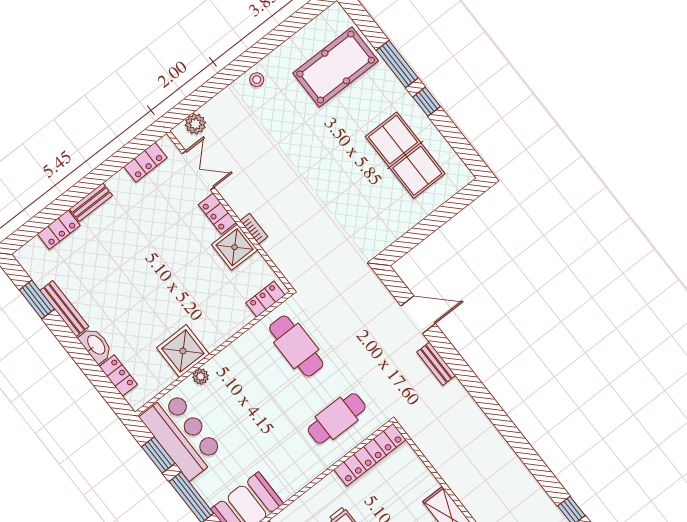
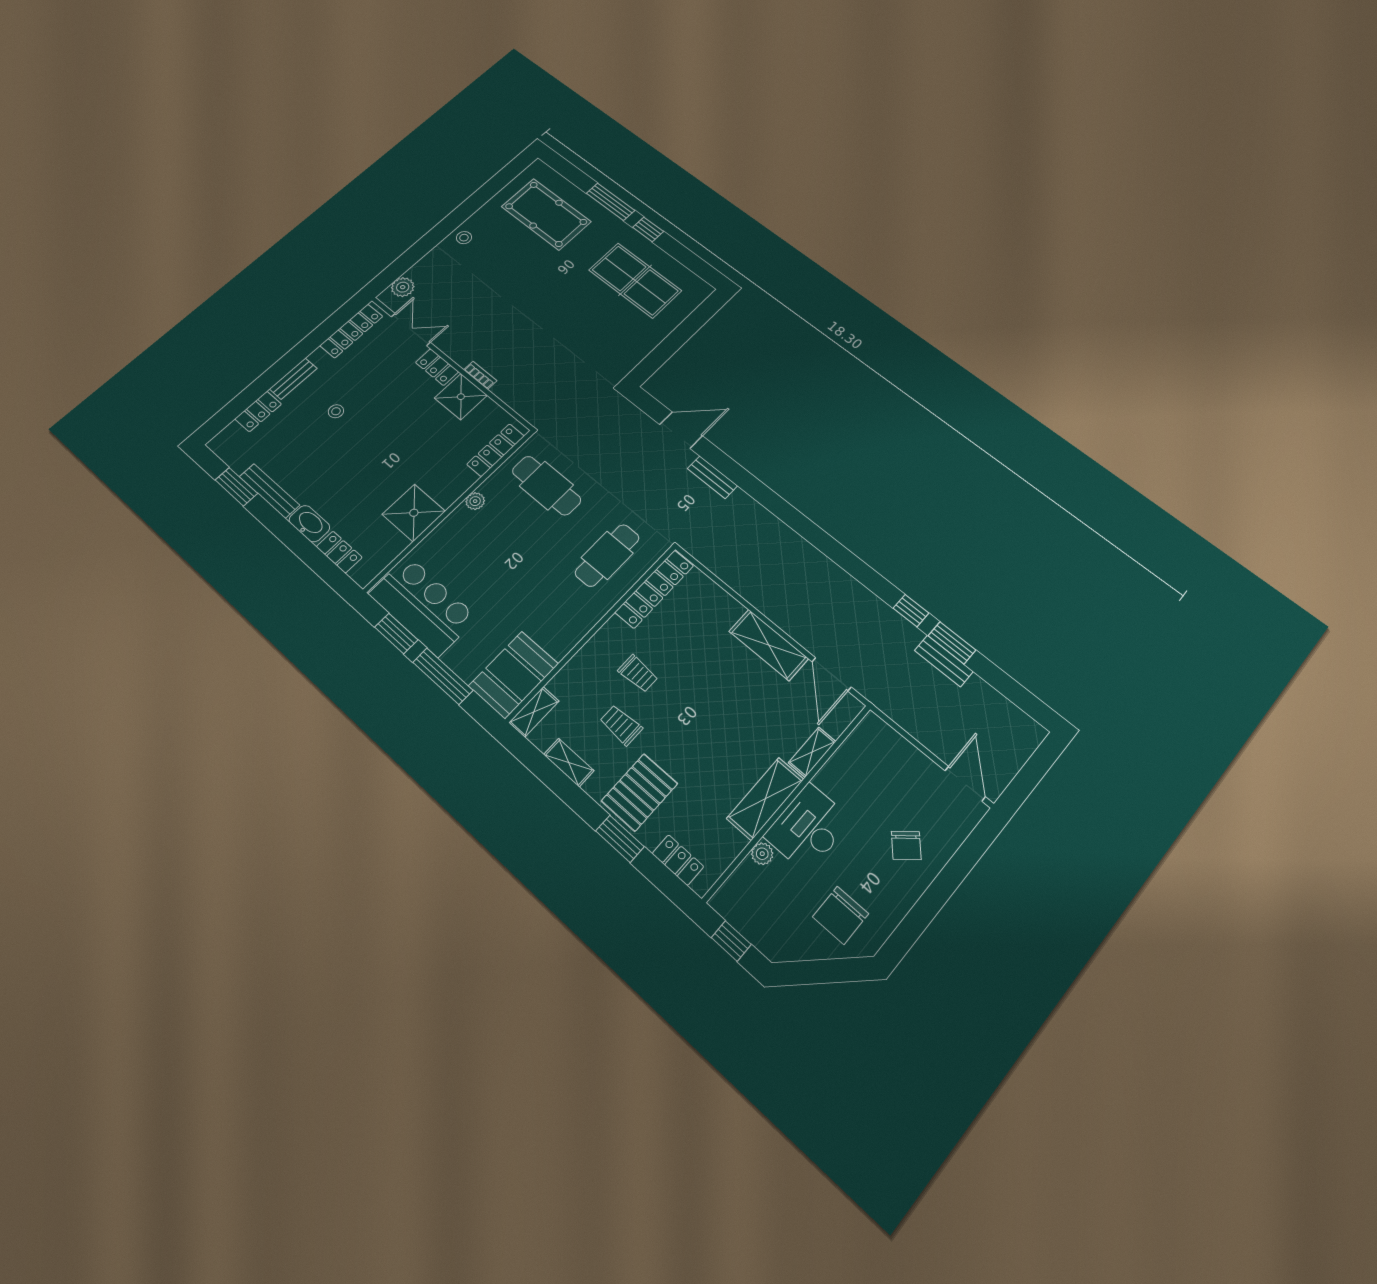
pool table: (336, 67) -> (546, 214), turned 90
locker: (145, 162) -> (351, 331), width x1.53
stool: (126, 242) -> (336, 411), added
locker: (265, 299) -> (496, 450), width x1.53
plant: (201, 376) -> (475, 501), moved

